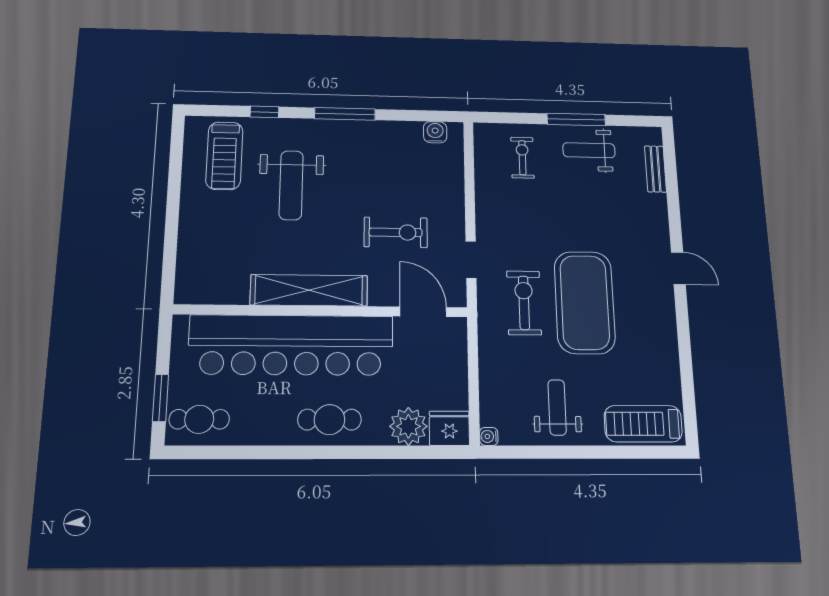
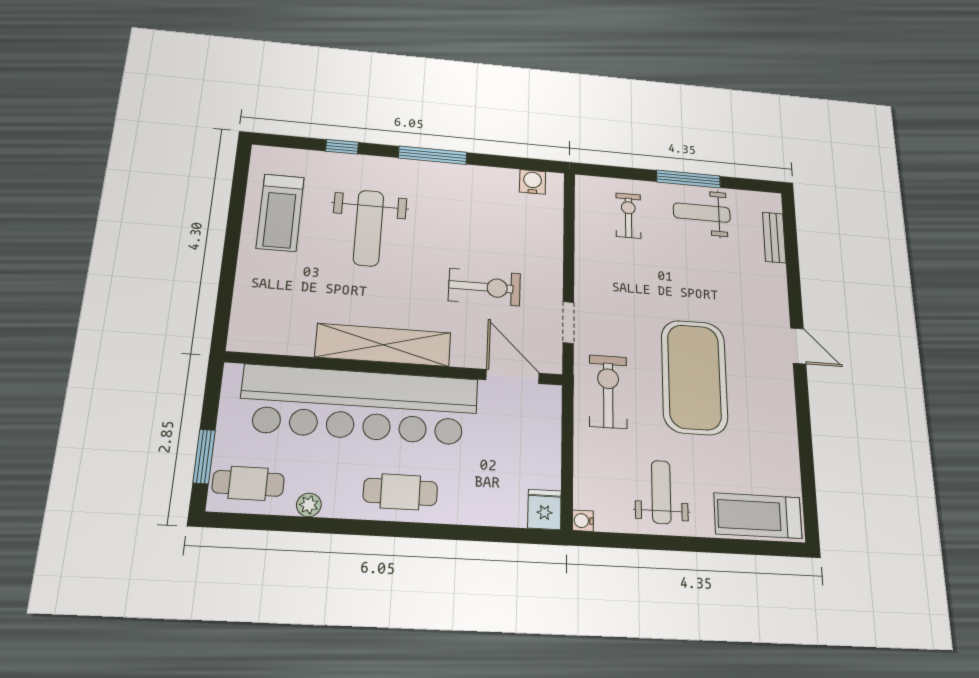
treadmill: (224, 156) -> (280, 213), moved
exercise bike: (524, 303) -> (608, 392), moved
plant: (408, 426) -> (309, 505), moved, width x0.53, depth x0.53
fridge: (449, 428) -> (545, 509), width x0.72

